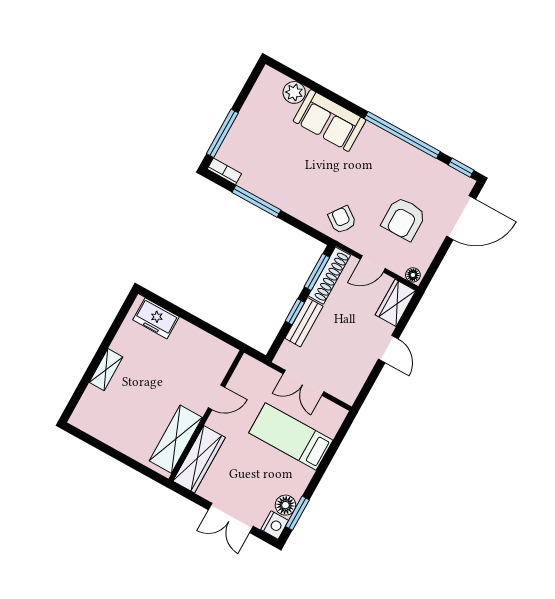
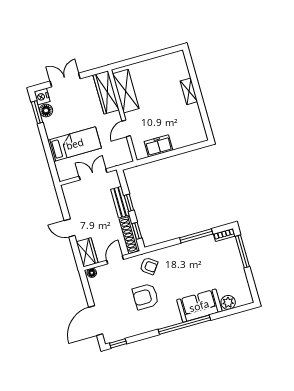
window: (402, 135) -> (184, 325), moved
armchair: (404, 219) -> (145, 297), moved, turned -90
window: (317, 272) -> (137, 231), width x0.67
freezer: (156, 318) -> (159, 146), moved

